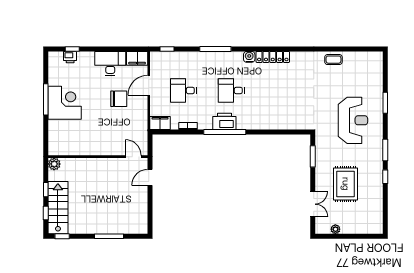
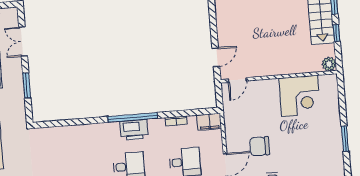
window: (46, 99) -> (345, 139), width x0.69
corner desk: (65, 103) -> (300, 96), moved, turned -90
window: (313, 156) -> (27, 85), moved
door: (133, 157) -> (237, 80), hinge flipped

